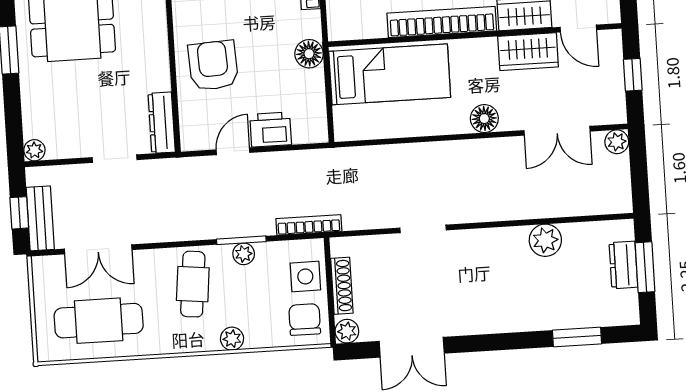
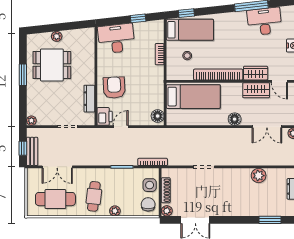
floor lamp: (309, 54) -> (158, 116), moved
dresser: (162, 123) -> (89, 99), moved
printer: (271, 129) -> (105, 116), moved, turned 90
plant: (244, 254) -> (123, 173), removed
cafe table: (193, 284) -> (94, 196), moved

